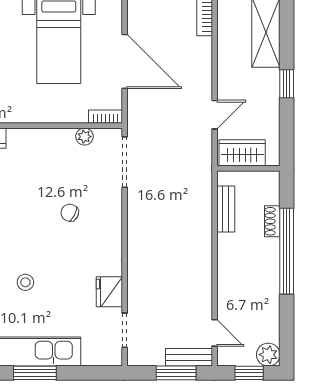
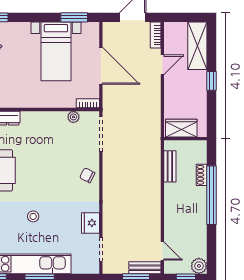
door: (215, 115) -> (162, 65), moved
chair: (70, 213) -> (87, 175), moved

